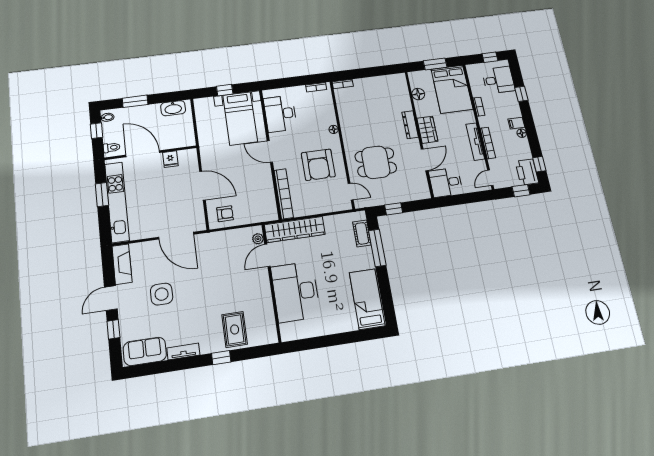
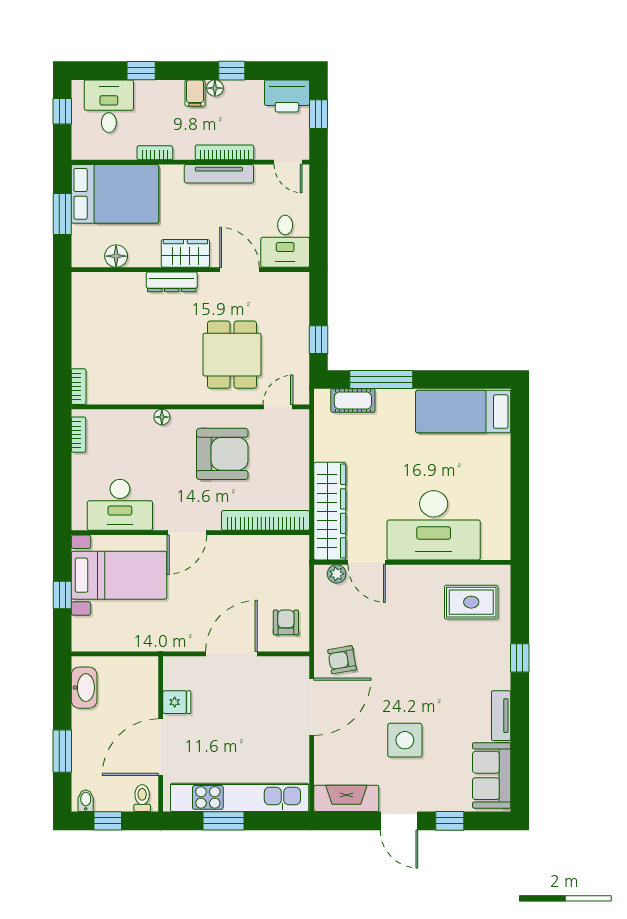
window: (539, 164) -> (232, 71), moved
armchair: (207, 249) -> (342, 660), added
rug: (235, 329) -> (471, 602), moved

